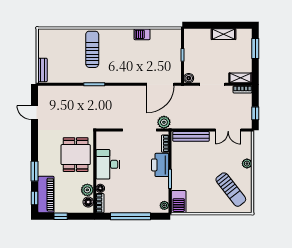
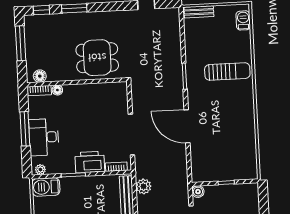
barbecue: (142, 34) -> (243, 20), moved
door: (160, 84) -> (187, 126), moved
plant: (164, 122) -> (143, 186), moved
desk: (108, 164) -> (44, 137), moved, turned -90
plant: (87, 190) -> (55, 74), removed
piano: (46, 195) -> (46, 24), removed
window: (61, 216) -> (21, 43), width x2.17
window: (131, 216) -> (25, 129), width x0.68

